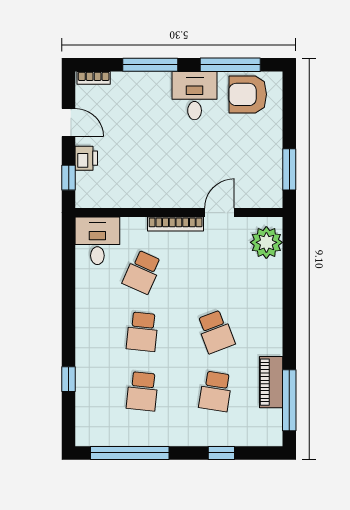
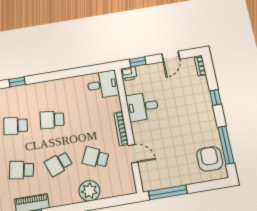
window: (150, 65) -> (215, 97), width x0.46
desk: (195, 96) -> (142, 107), moved, turned 180
printer: (86, 158) -> (129, 74), moved
window: (289, 169) -> (168, 192), width x1.44
plant: (266, 242) -> (89, 191), moved
school desk: (142, 272) -> (96, 158), moved

